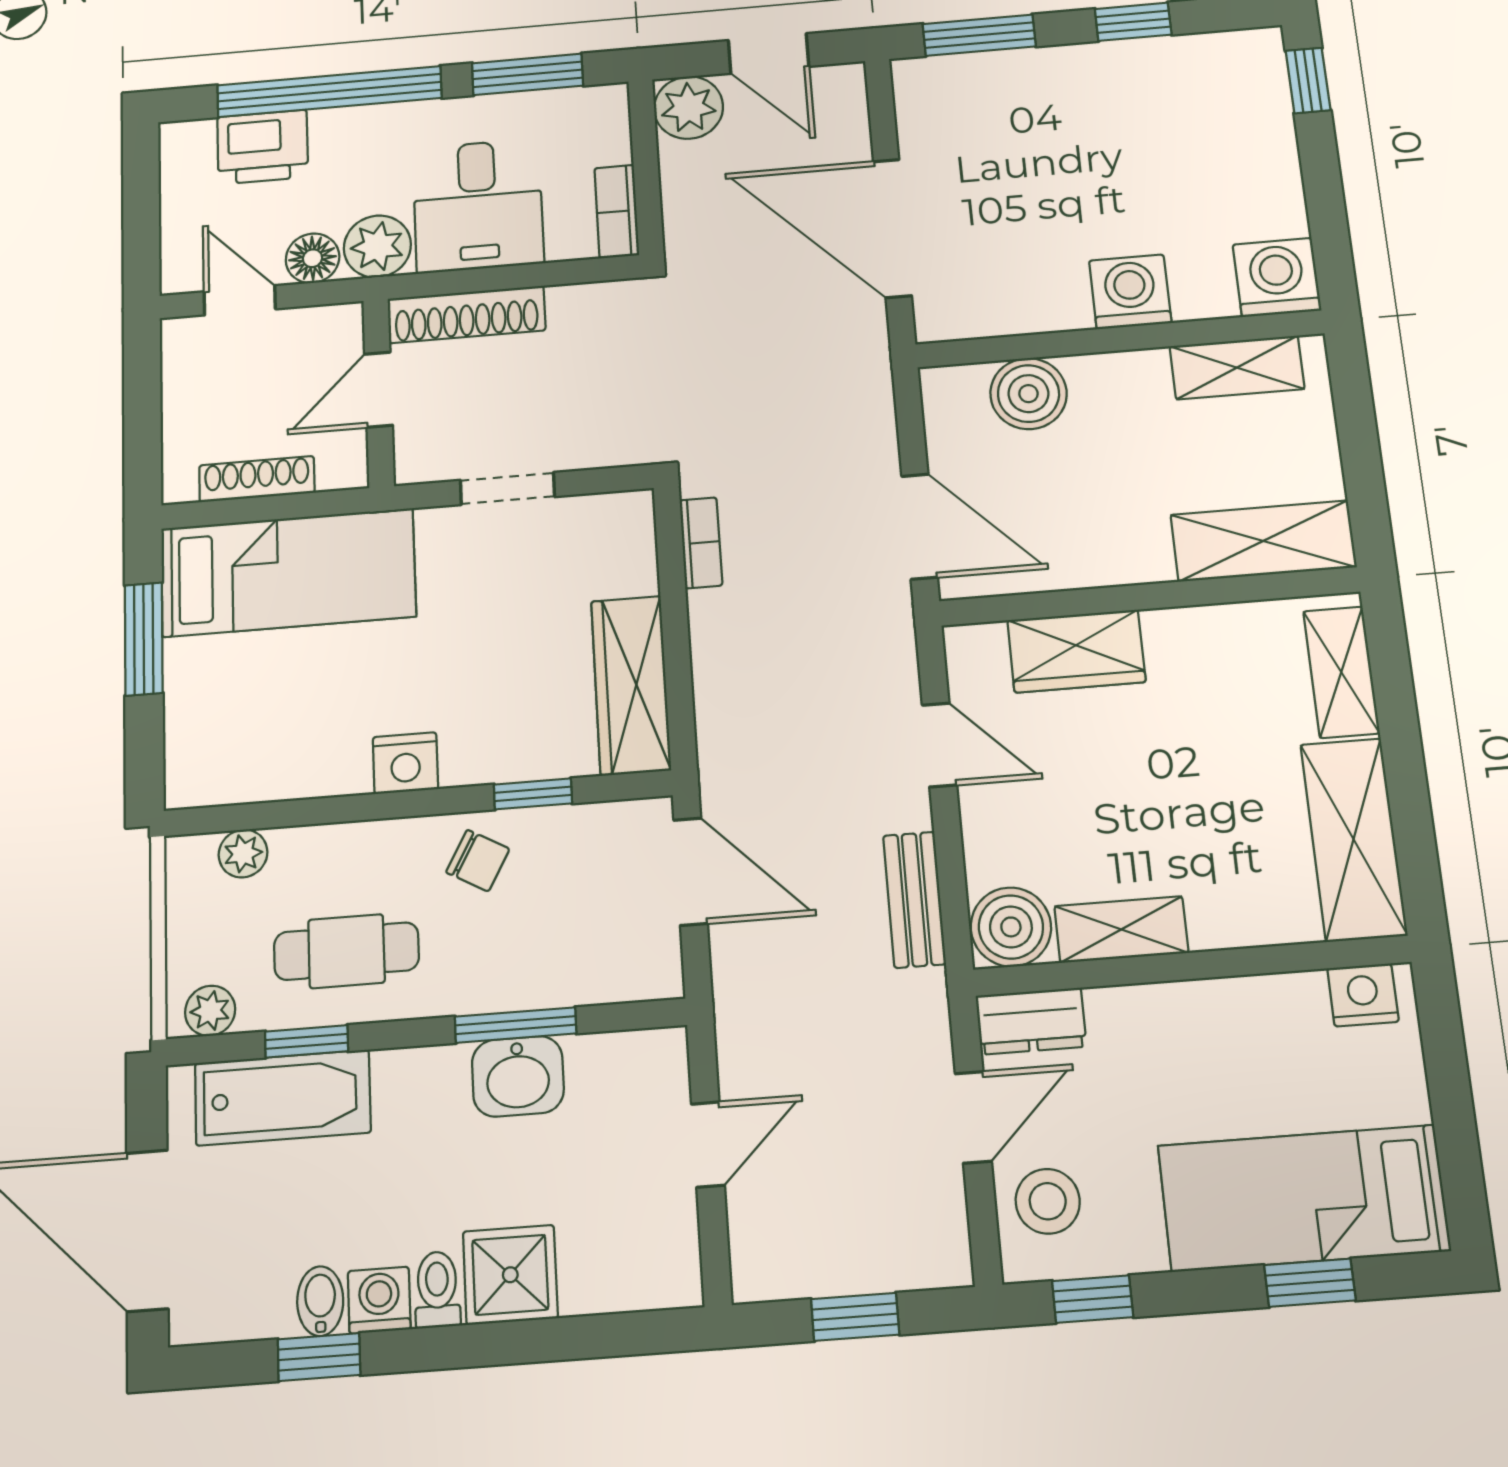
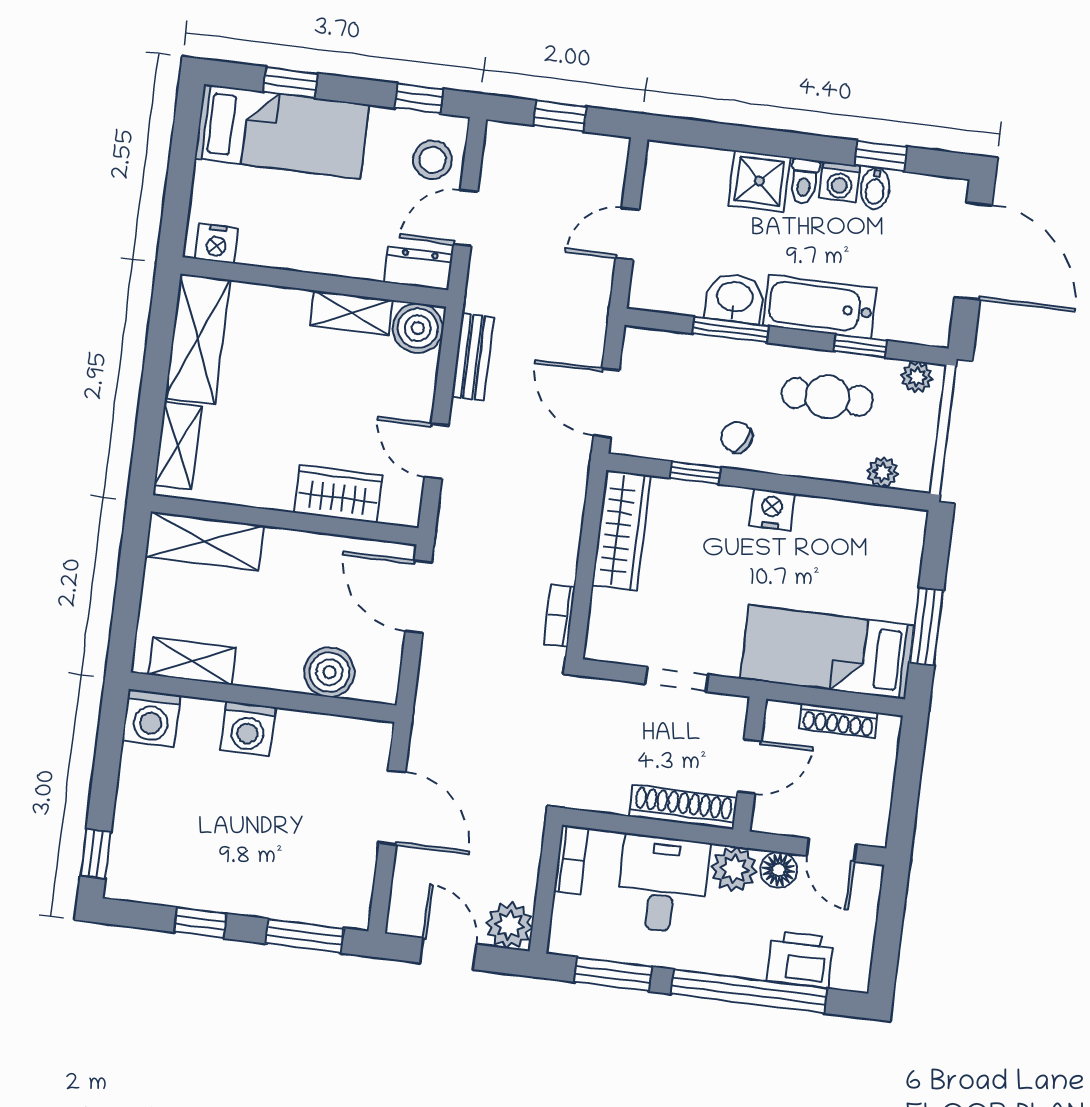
door: (892, 228) -> (392, 807), width x0.73
bathtub: (283, 1098) -> (820, 307), moved

